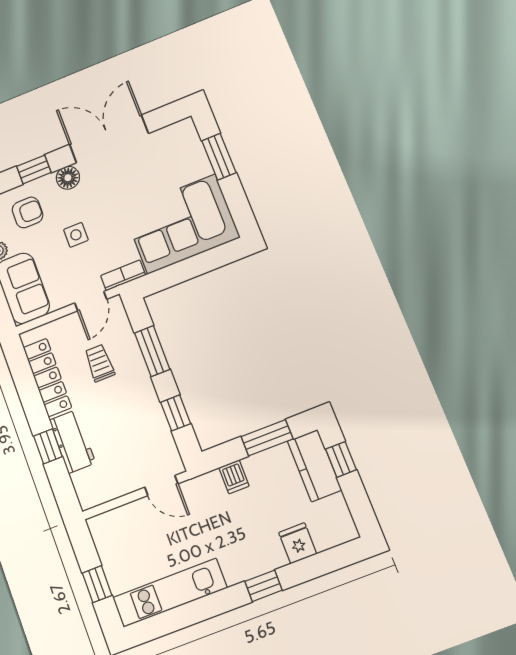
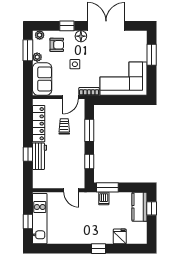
window: (267, 438) -> (107, 187), moved
kitchen unit: (170, 593) -> (40, 219), moved, turned 90

